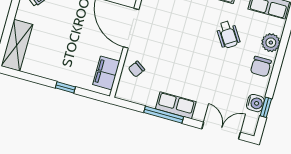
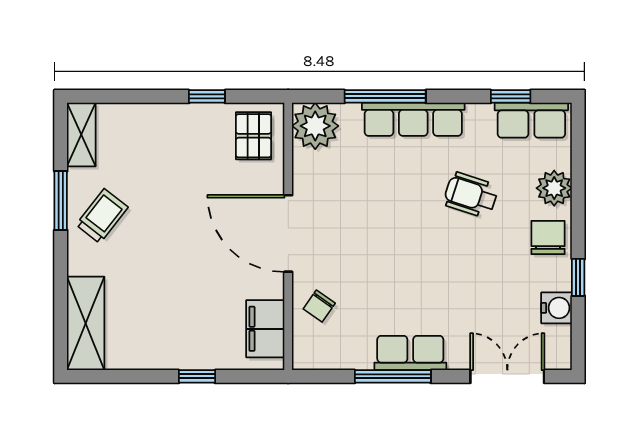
wheelchair: (228, 34) -> (471, 195), turned 141
chair: (261, 67) -> (548, 238), turned 180
window: (266, 107) -> (578, 277), moved

